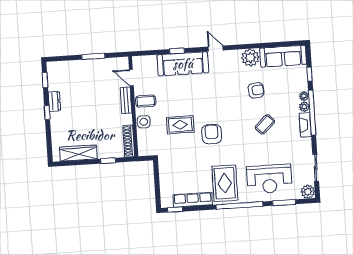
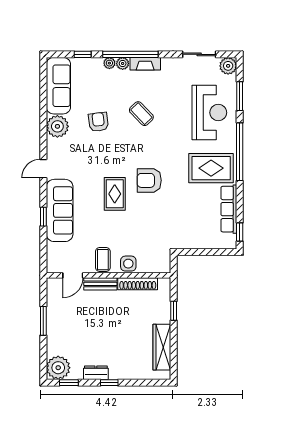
plant: (56, 71) -> (58, 368), added
rug: (180, 125) -> (115, 194), moved
shoe rack: (129, 141) -> (138, 284), moved

